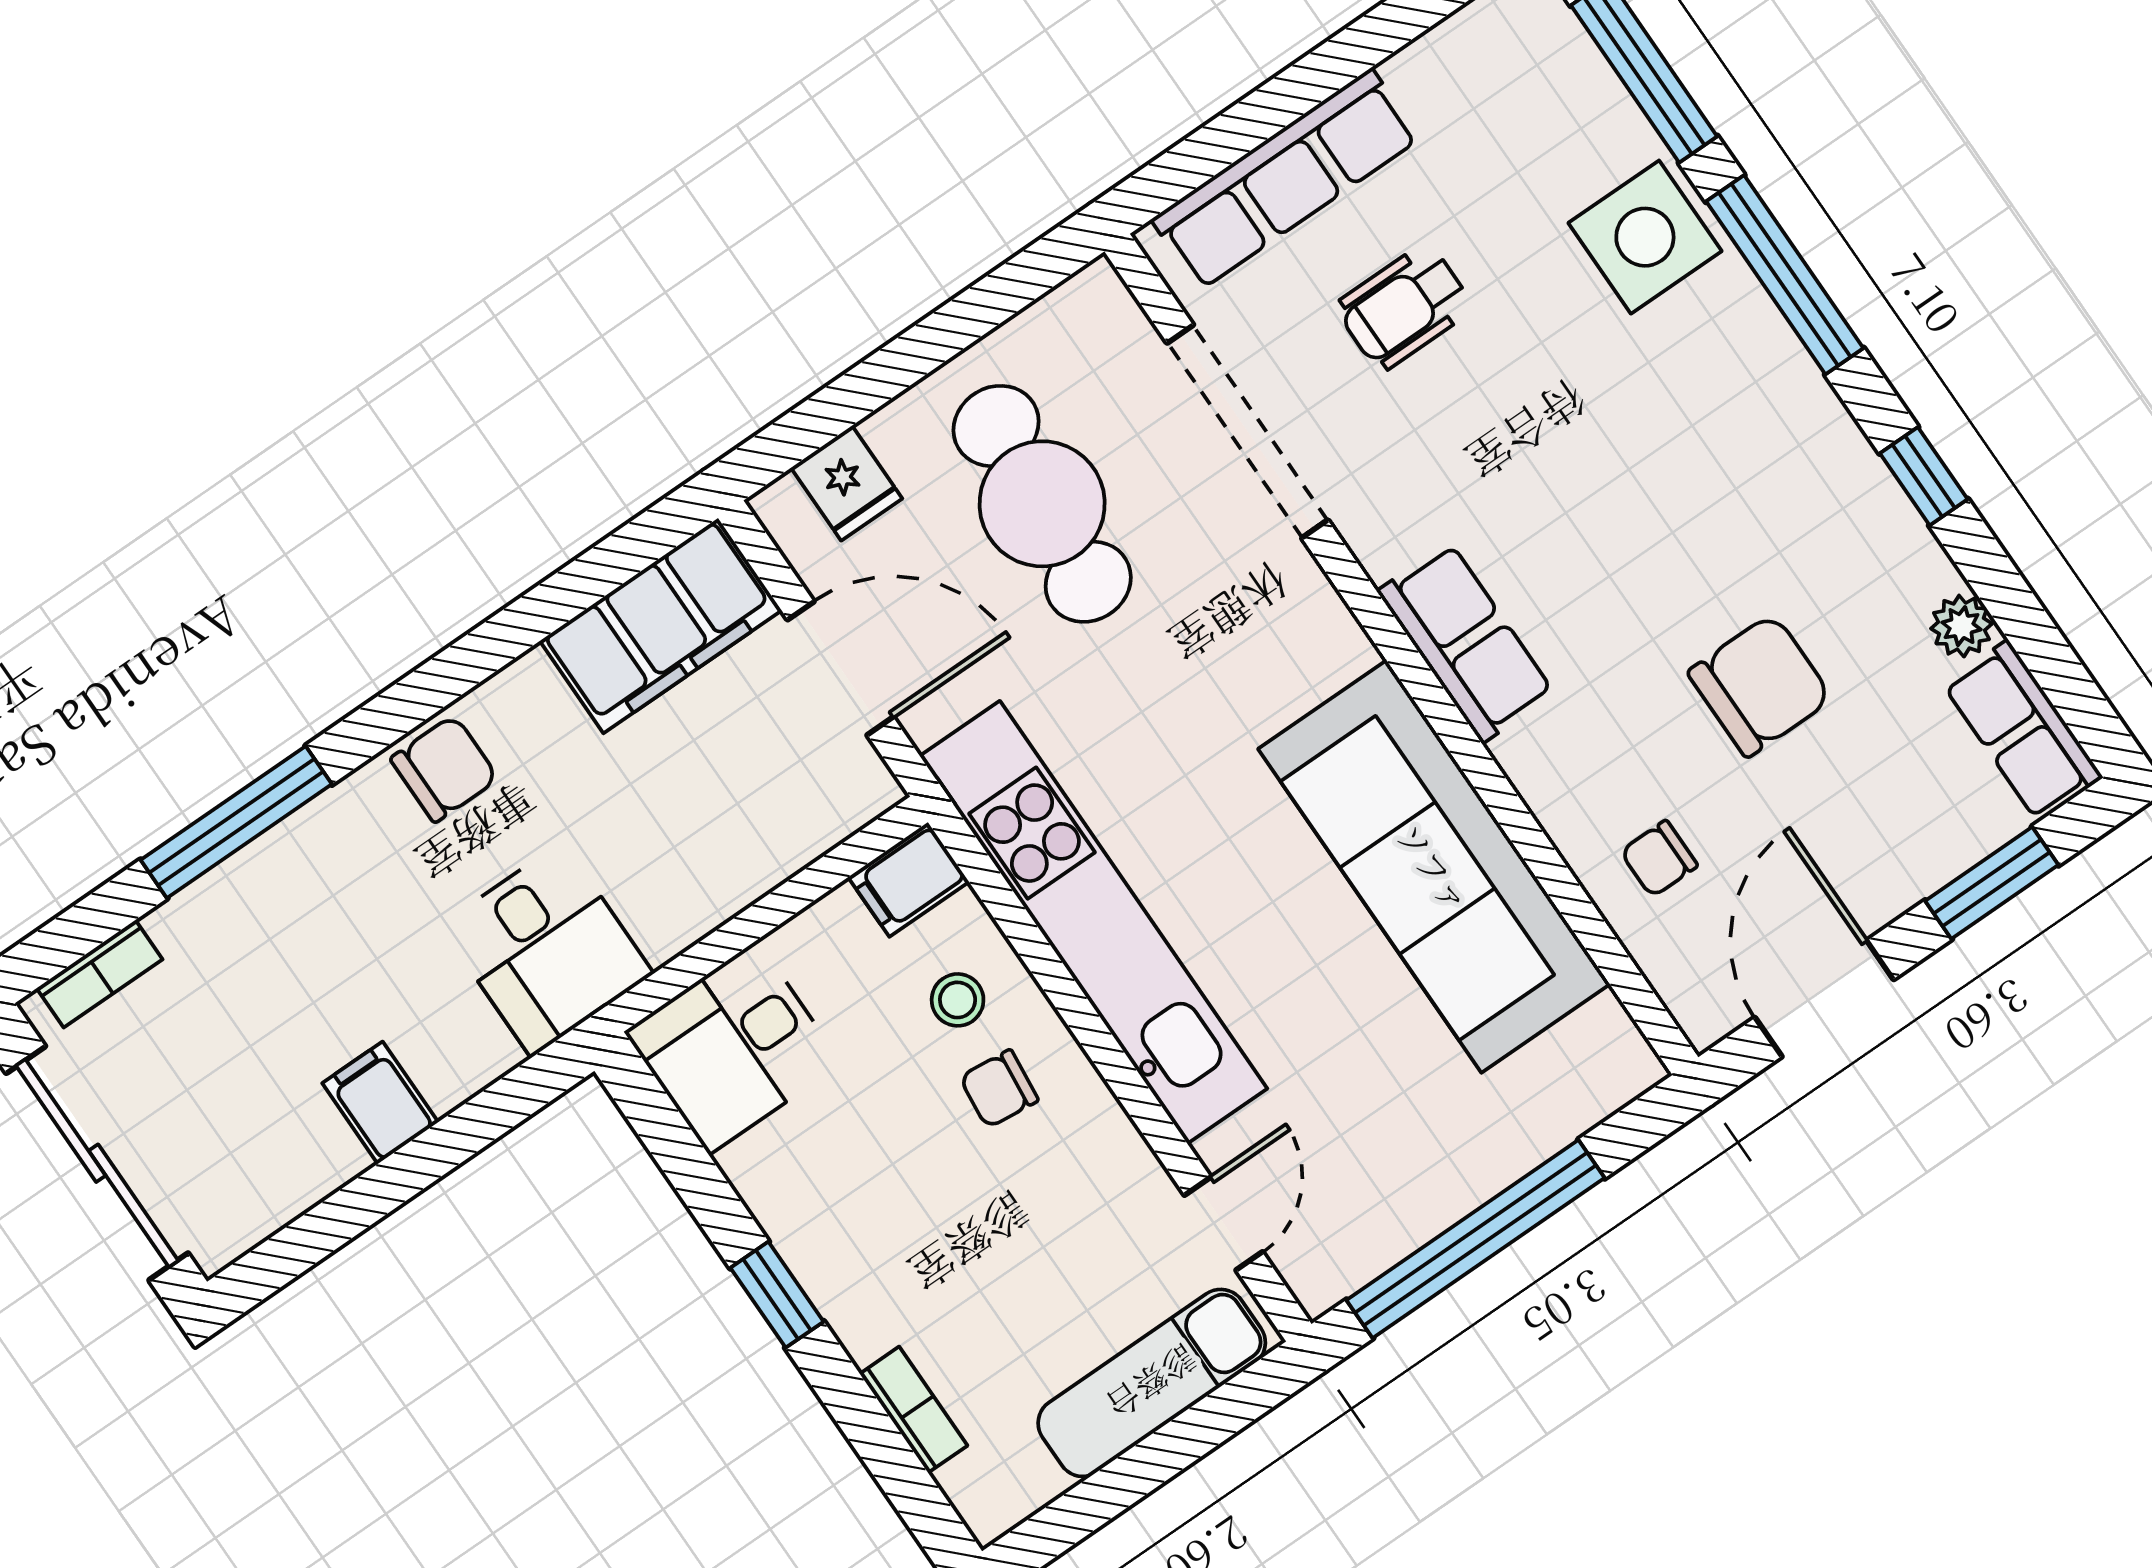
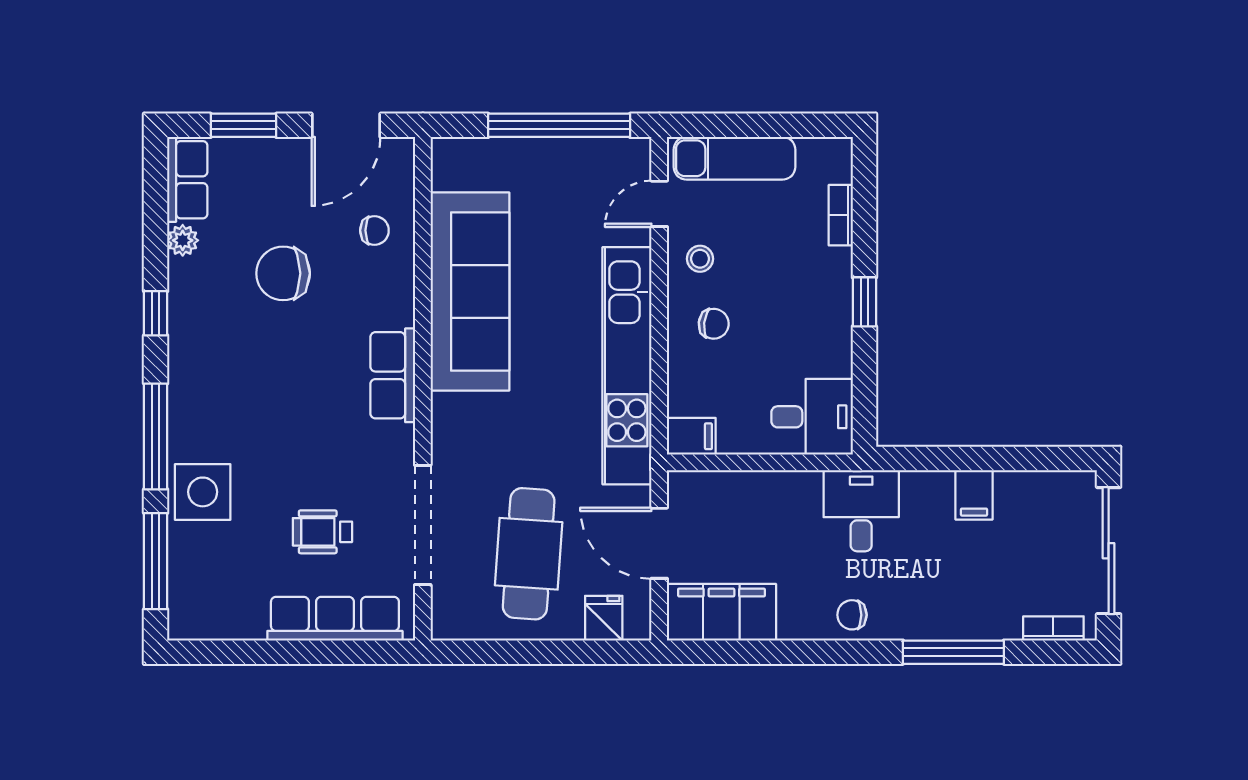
wheelchair: (1404, 307) -> (322, 532), turned 180
chair: (444, 769) -> (852, 615), width x0.73, depth x0.73
stool: (958, 1000) -> (700, 259), moved

